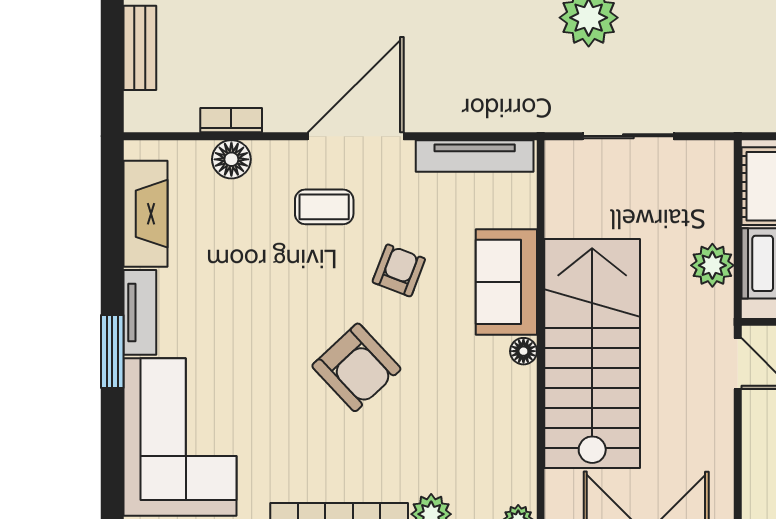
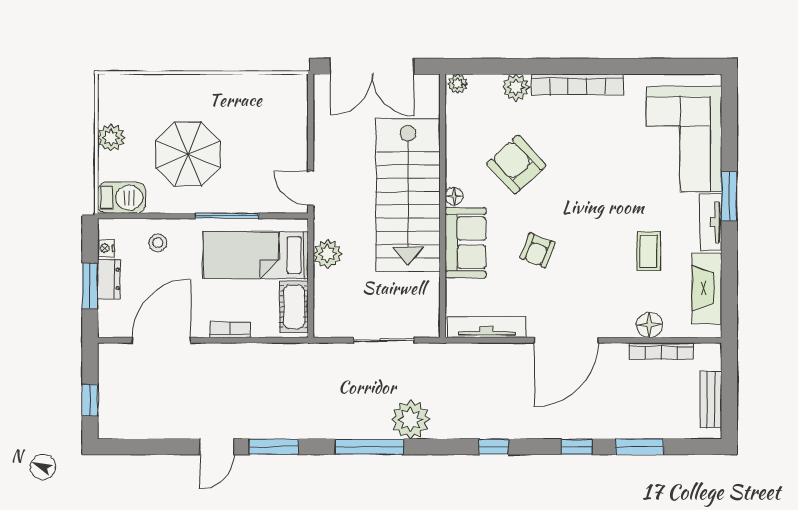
bookcase: (231, 120) -> (661, 351), width x1.56
coffee table: (324, 207) -> (649, 251), moved, turned 90
armchair: (356, 367) -> (516, 165), moved

